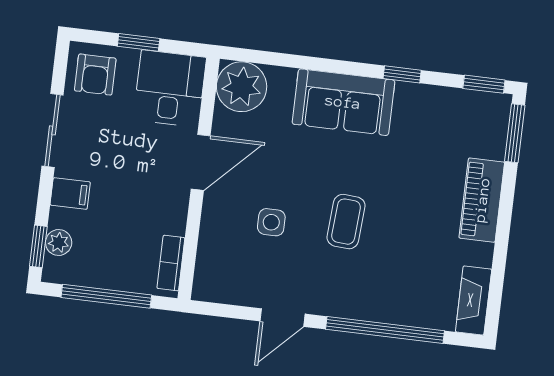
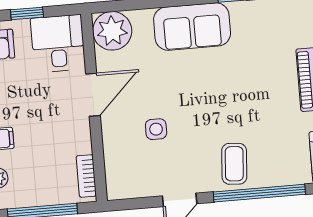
coffee table: (346, 222) -> (234, 164), moved

